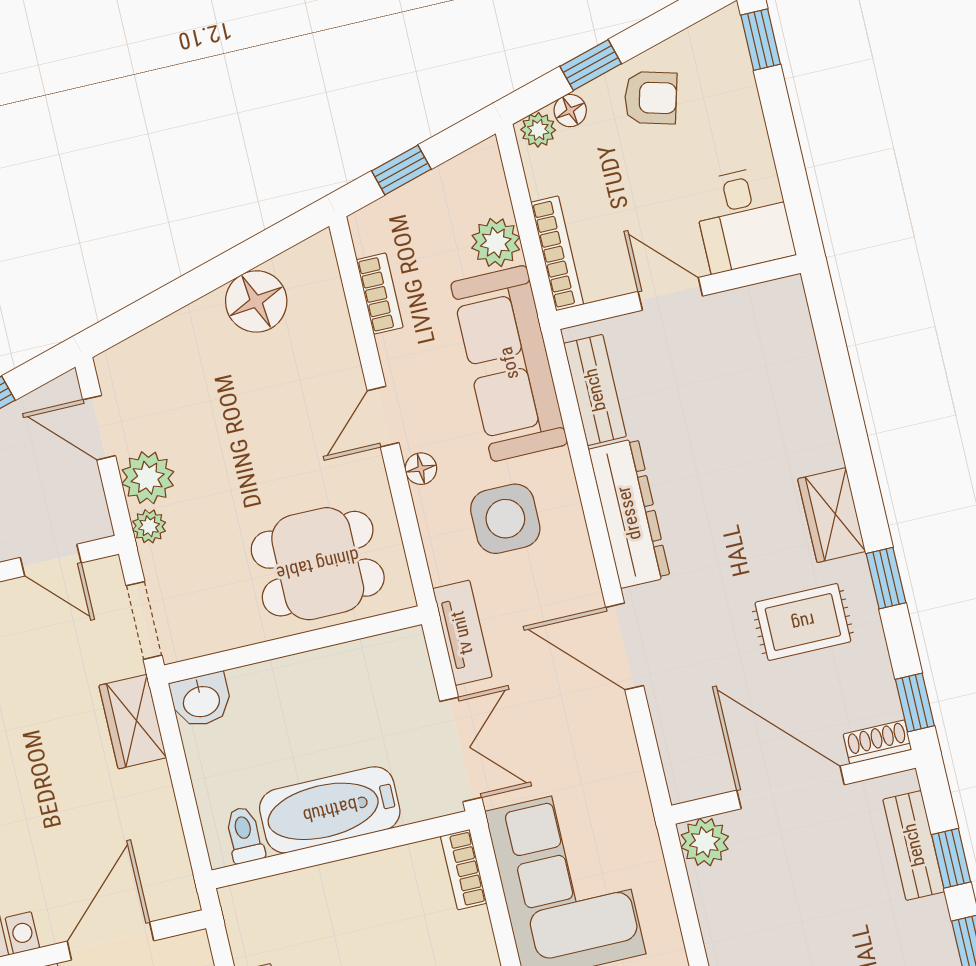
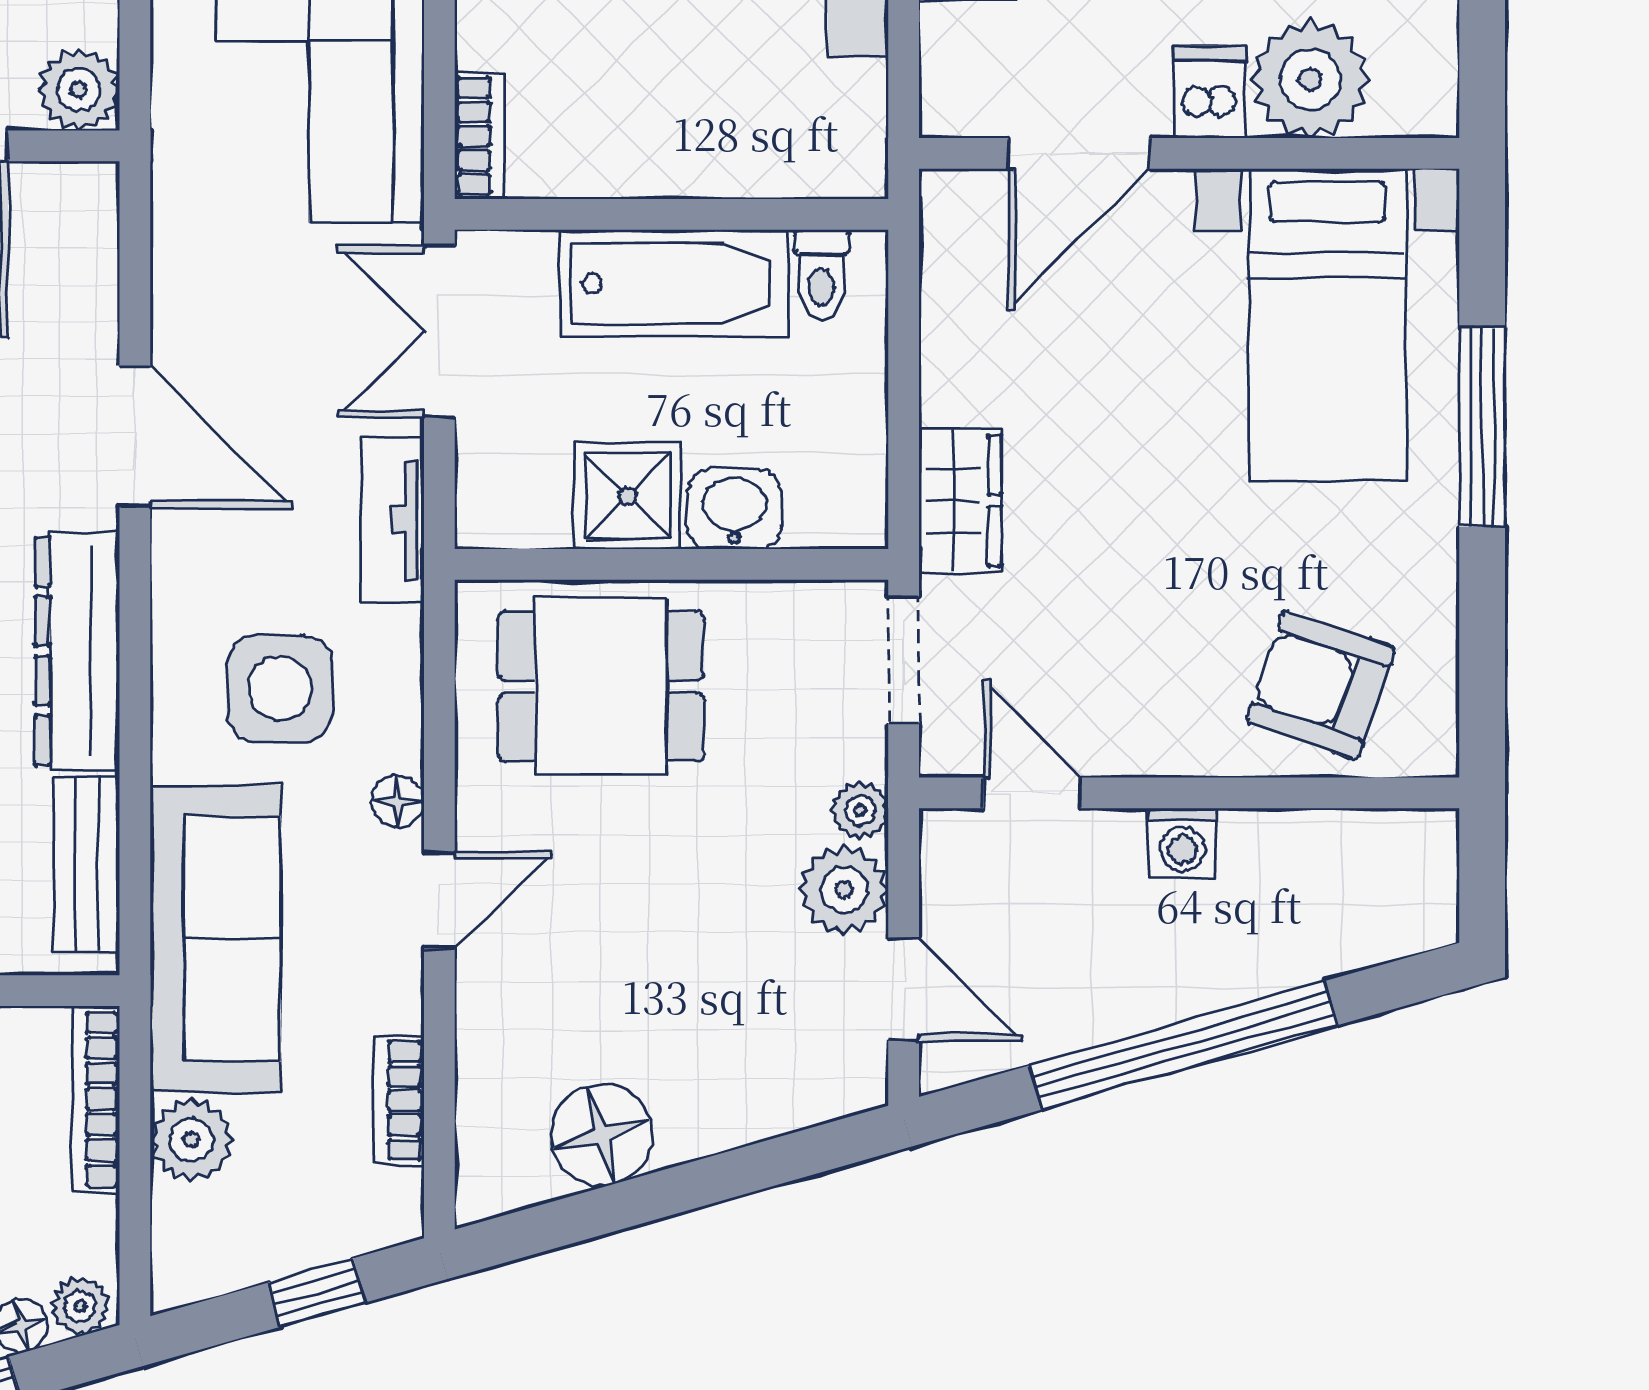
shower: (328, 679) -> (628, 496), added
washbasin: (201, 700) -> (734, 509), moved

